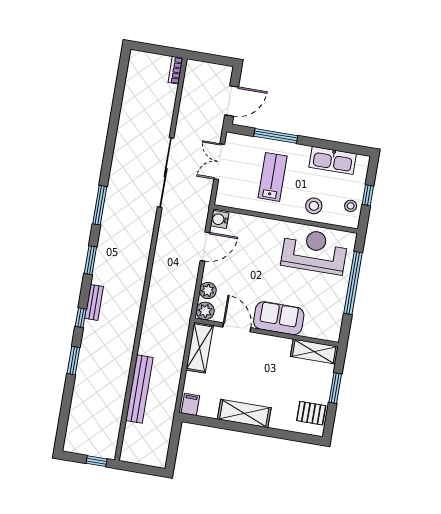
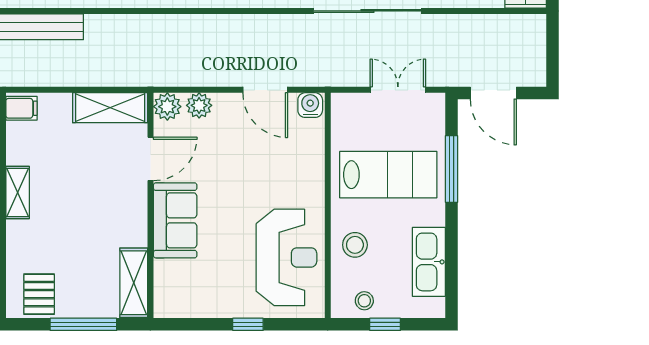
lab bench: (273, 177) -> (388, 175), width x1.36, depth x1.39
window: (353, 283) -> (248, 324), width x0.32
window: (335, 388) -> (83, 324), width x1.44
shelving: (244, 413) -> (18, 192), width x0.67, depth x0.75

